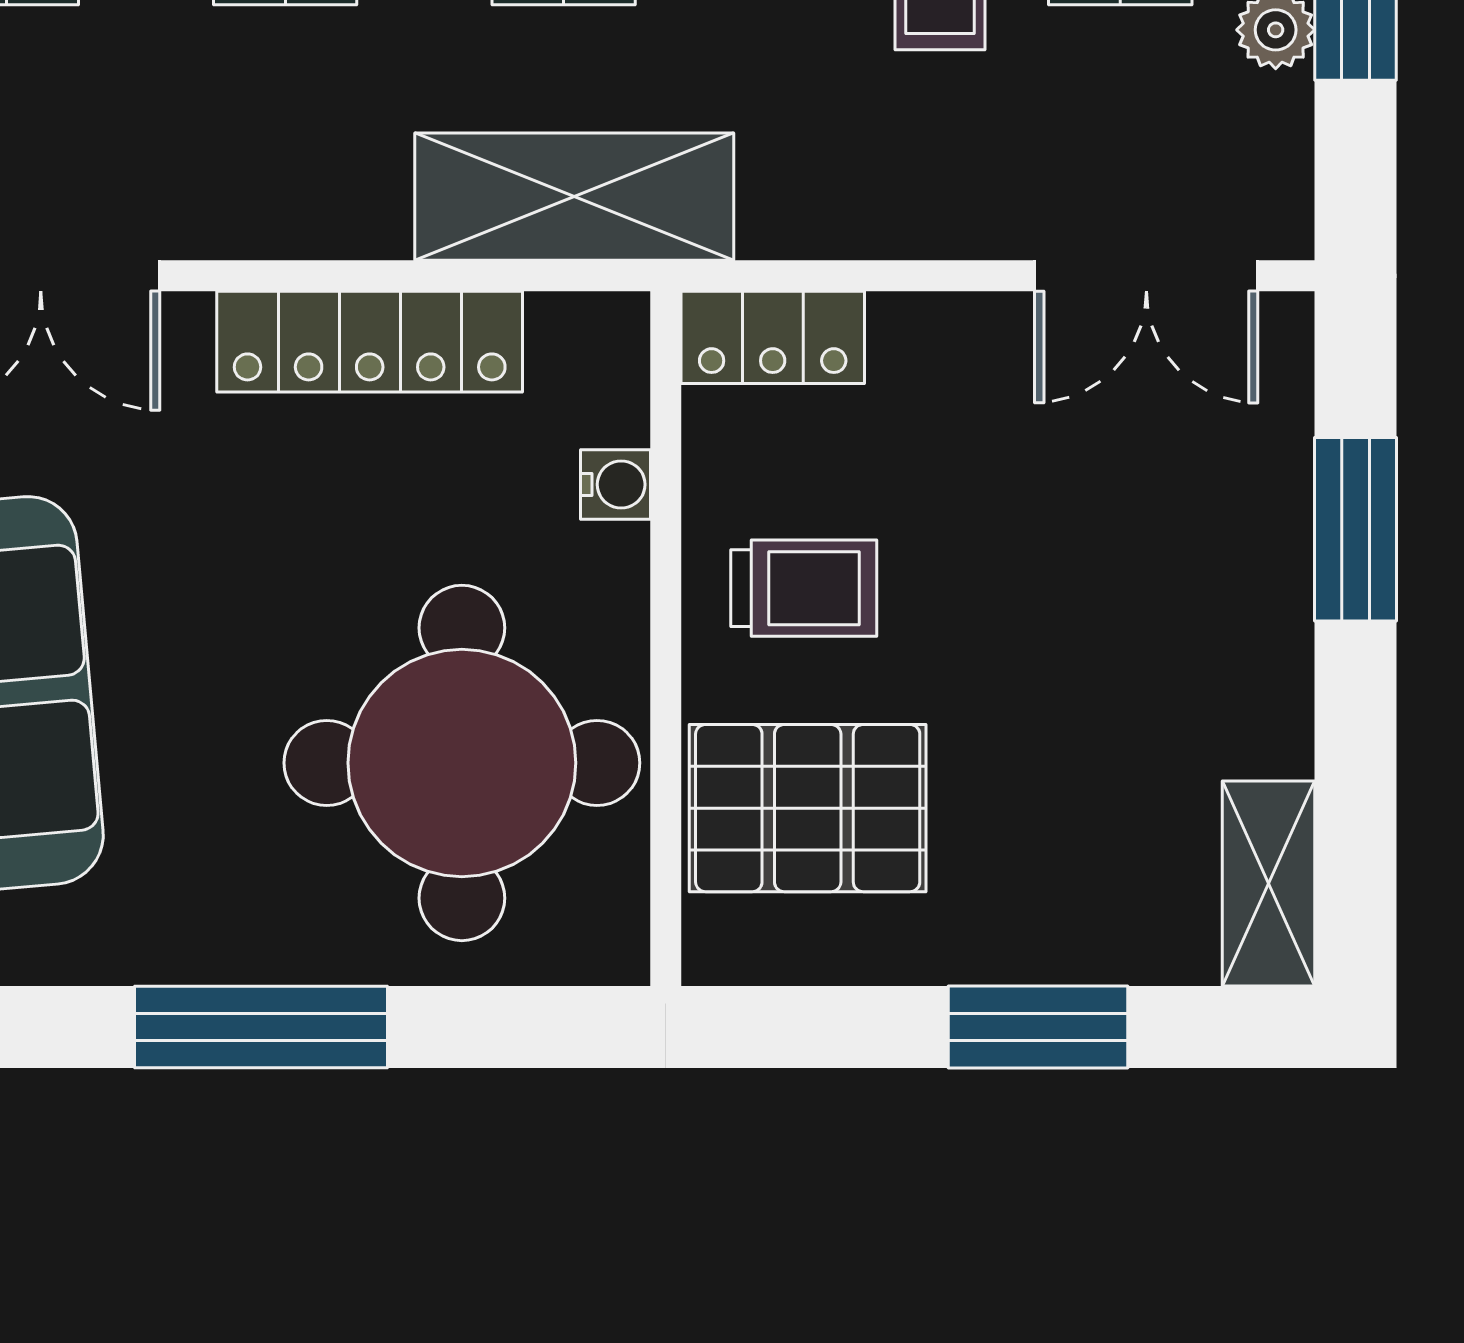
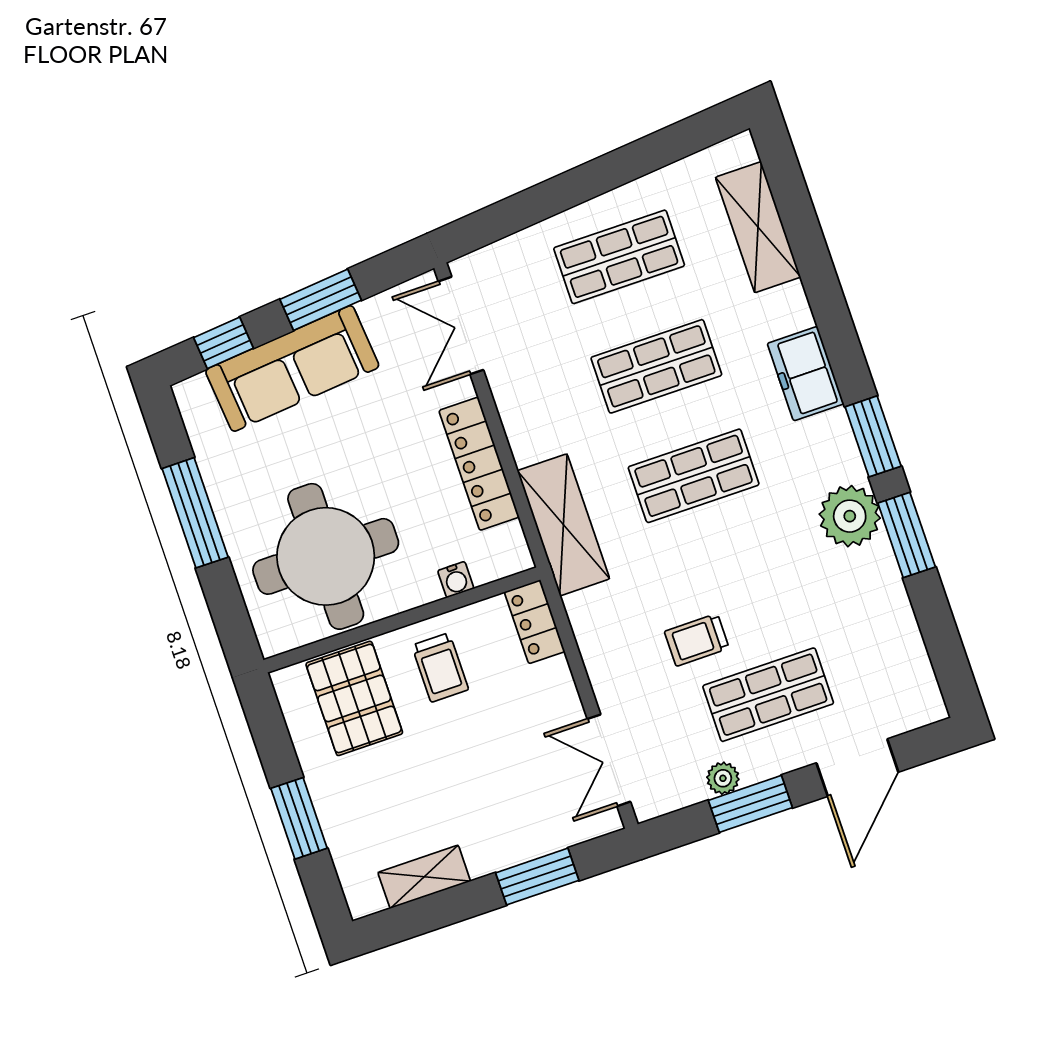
shelving: (1269, 883) -> (424, 877), moved

